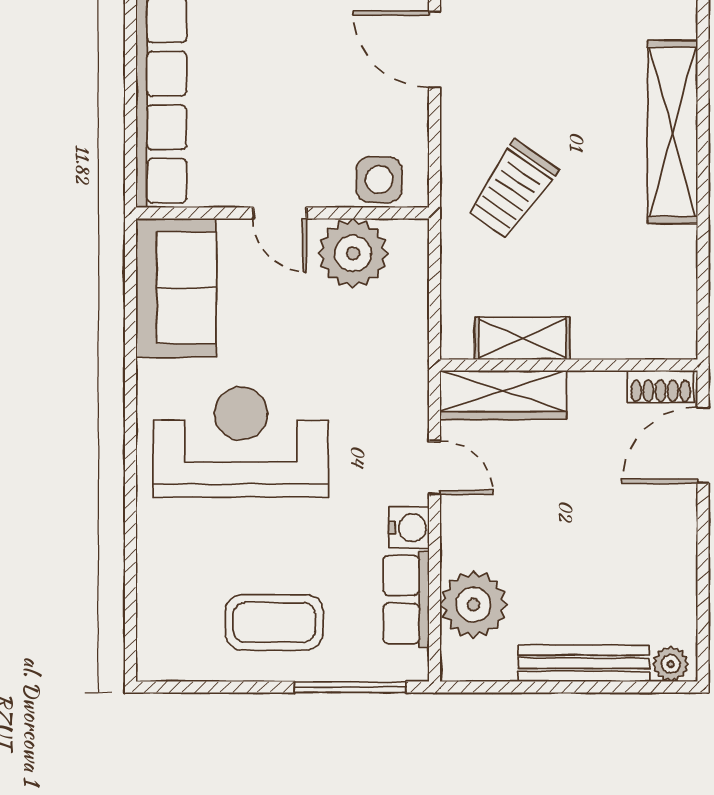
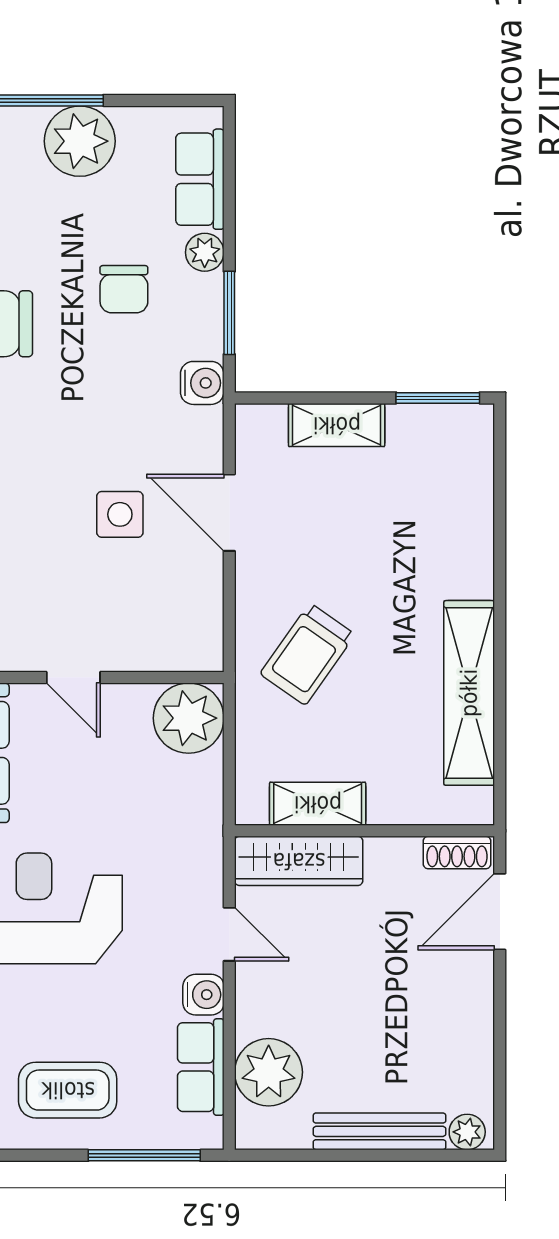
shelving: (673, 132) -> (469, 693), moved
side table: (379, 180) -> (120, 514), moved
plant: (353, 253) -> (189, 718), moved

